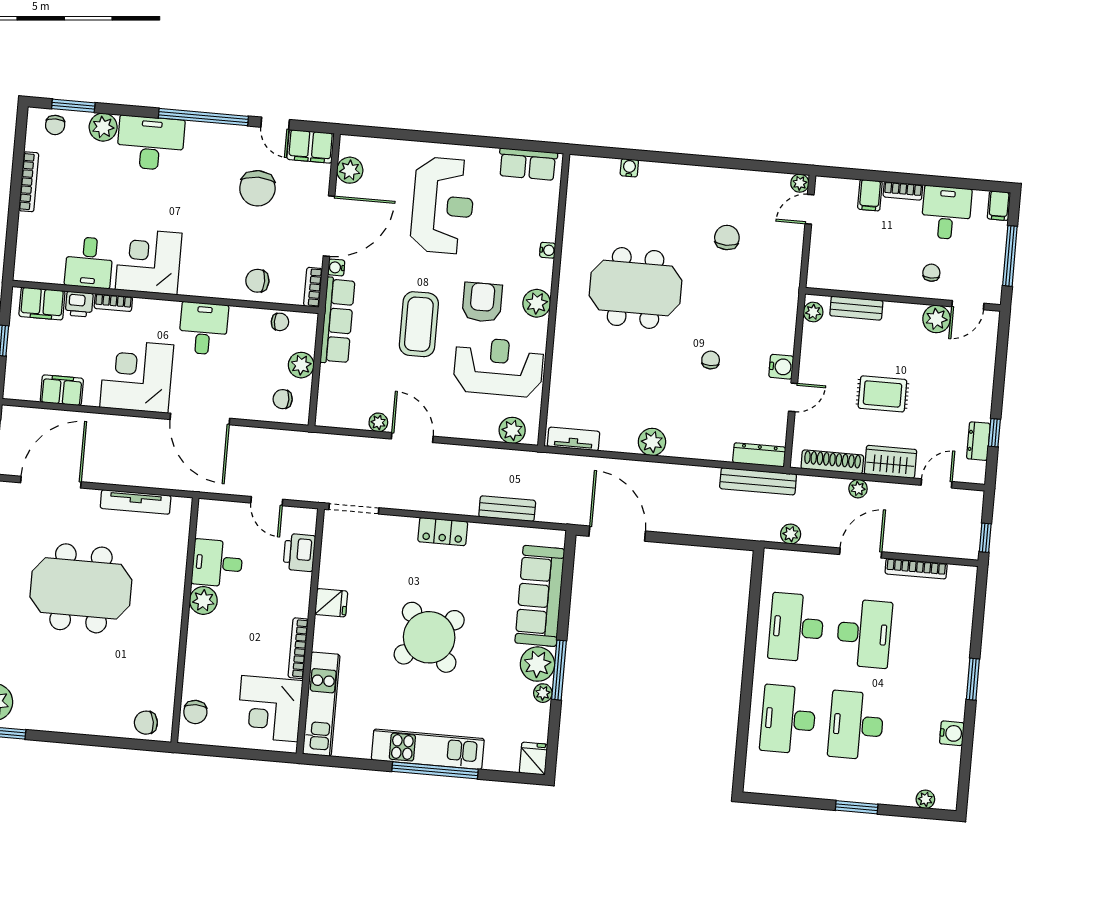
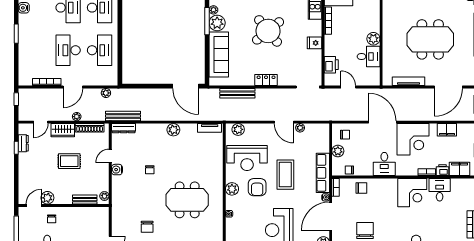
bench: (507, 509) -> (237, 93), width x1.36

